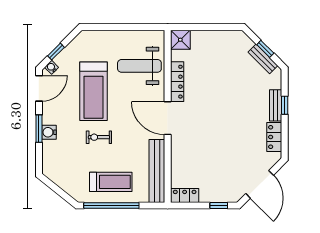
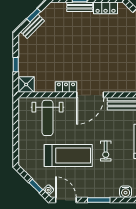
window: (205, 27) -> (16, 65), added
bench: (263, 59) -> (33, 26), moved
locker: (177, 82) -> (66, 87), width x0.66
water cooler: (49, 132) -> (126, 192), moved

